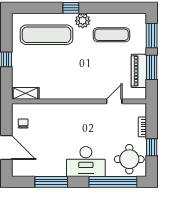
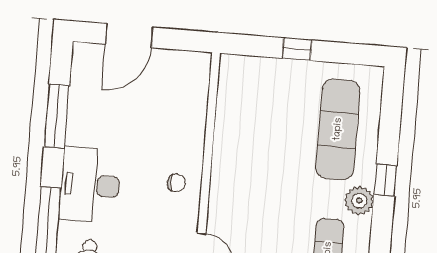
shelving: (26, 93) -> (229, 80), removed
chair: (23, 123) -> (176, 183), moved

